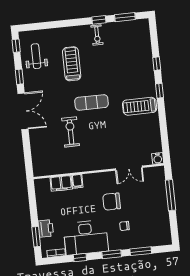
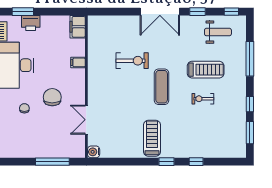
window: (57, 24) -> (250, 59), added
exercise bike: (97, 35) -> (203, 99), moved
filing cabinet: (61, 183) -> (78, 27), moved

